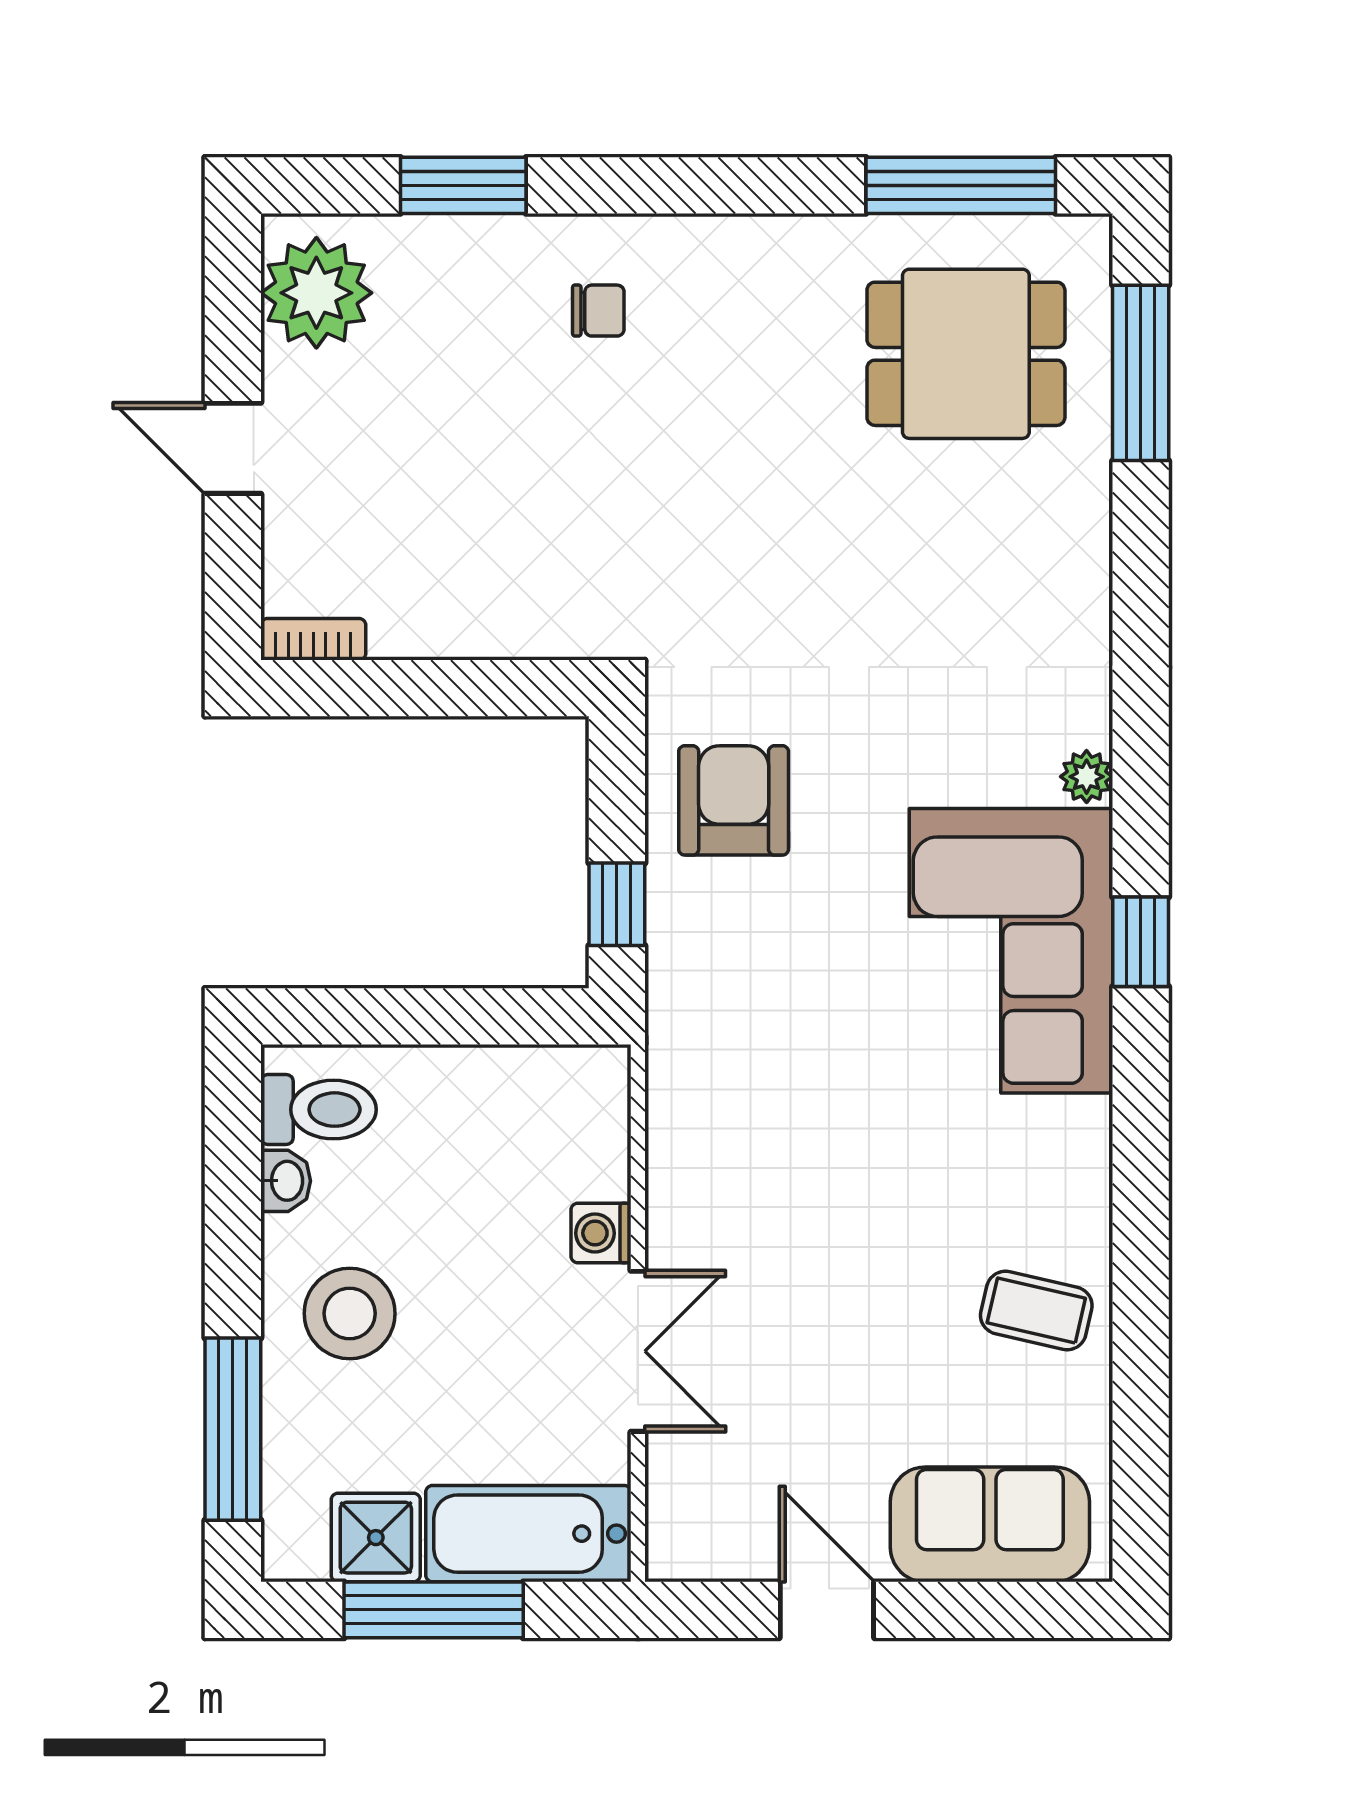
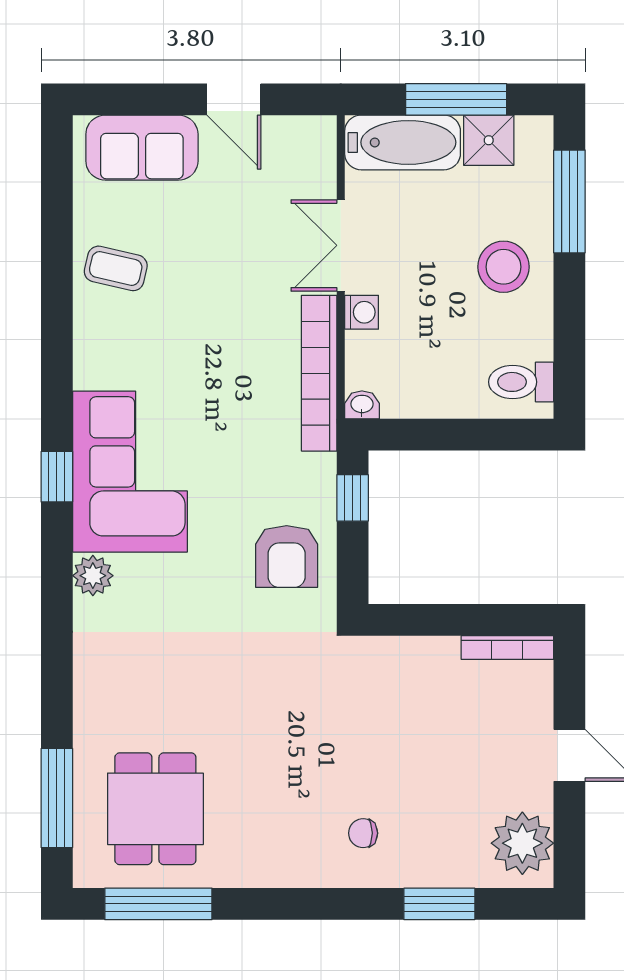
dining table: (966, 354) -> (155, 809), turned 90
bookcase: (313, 639) -> (507, 648), width x1.56
plant: (1087, 777) -> (93, 576), width x1.38, depth x1.38
bookcase: (676, 1125) -> (319, 373), added
washbasin: (286, 1181) -> (362, 405), moved, turned 90

